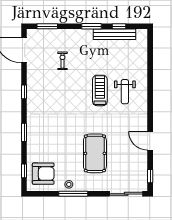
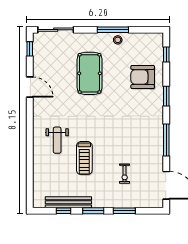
window: (47, 26) -> (124, 211), moved
treadmill: (100, 90) -> (84, 158), moved
window: (24, 92) -> (166, 140), width x2.17
weight bench: (125, 92) -> (57, 140), turned 180
armchair: (43, 174) -> (143, 77), moved

